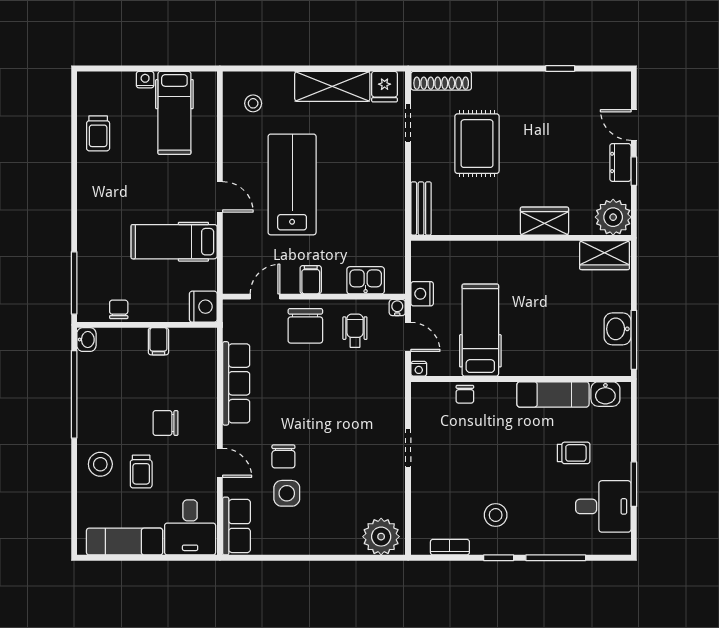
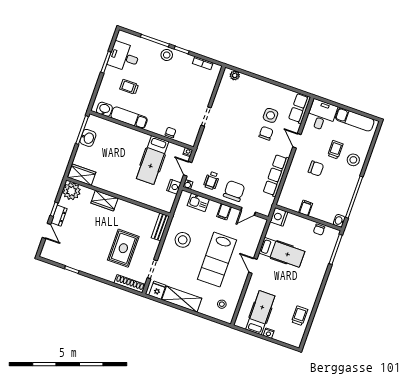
stool: (370, 199) -> (183, 240), added
stool: (496, 515) -> (167, 55), moved
plant: (381, 537) -> (235, 75), width x0.53, depth x0.53

